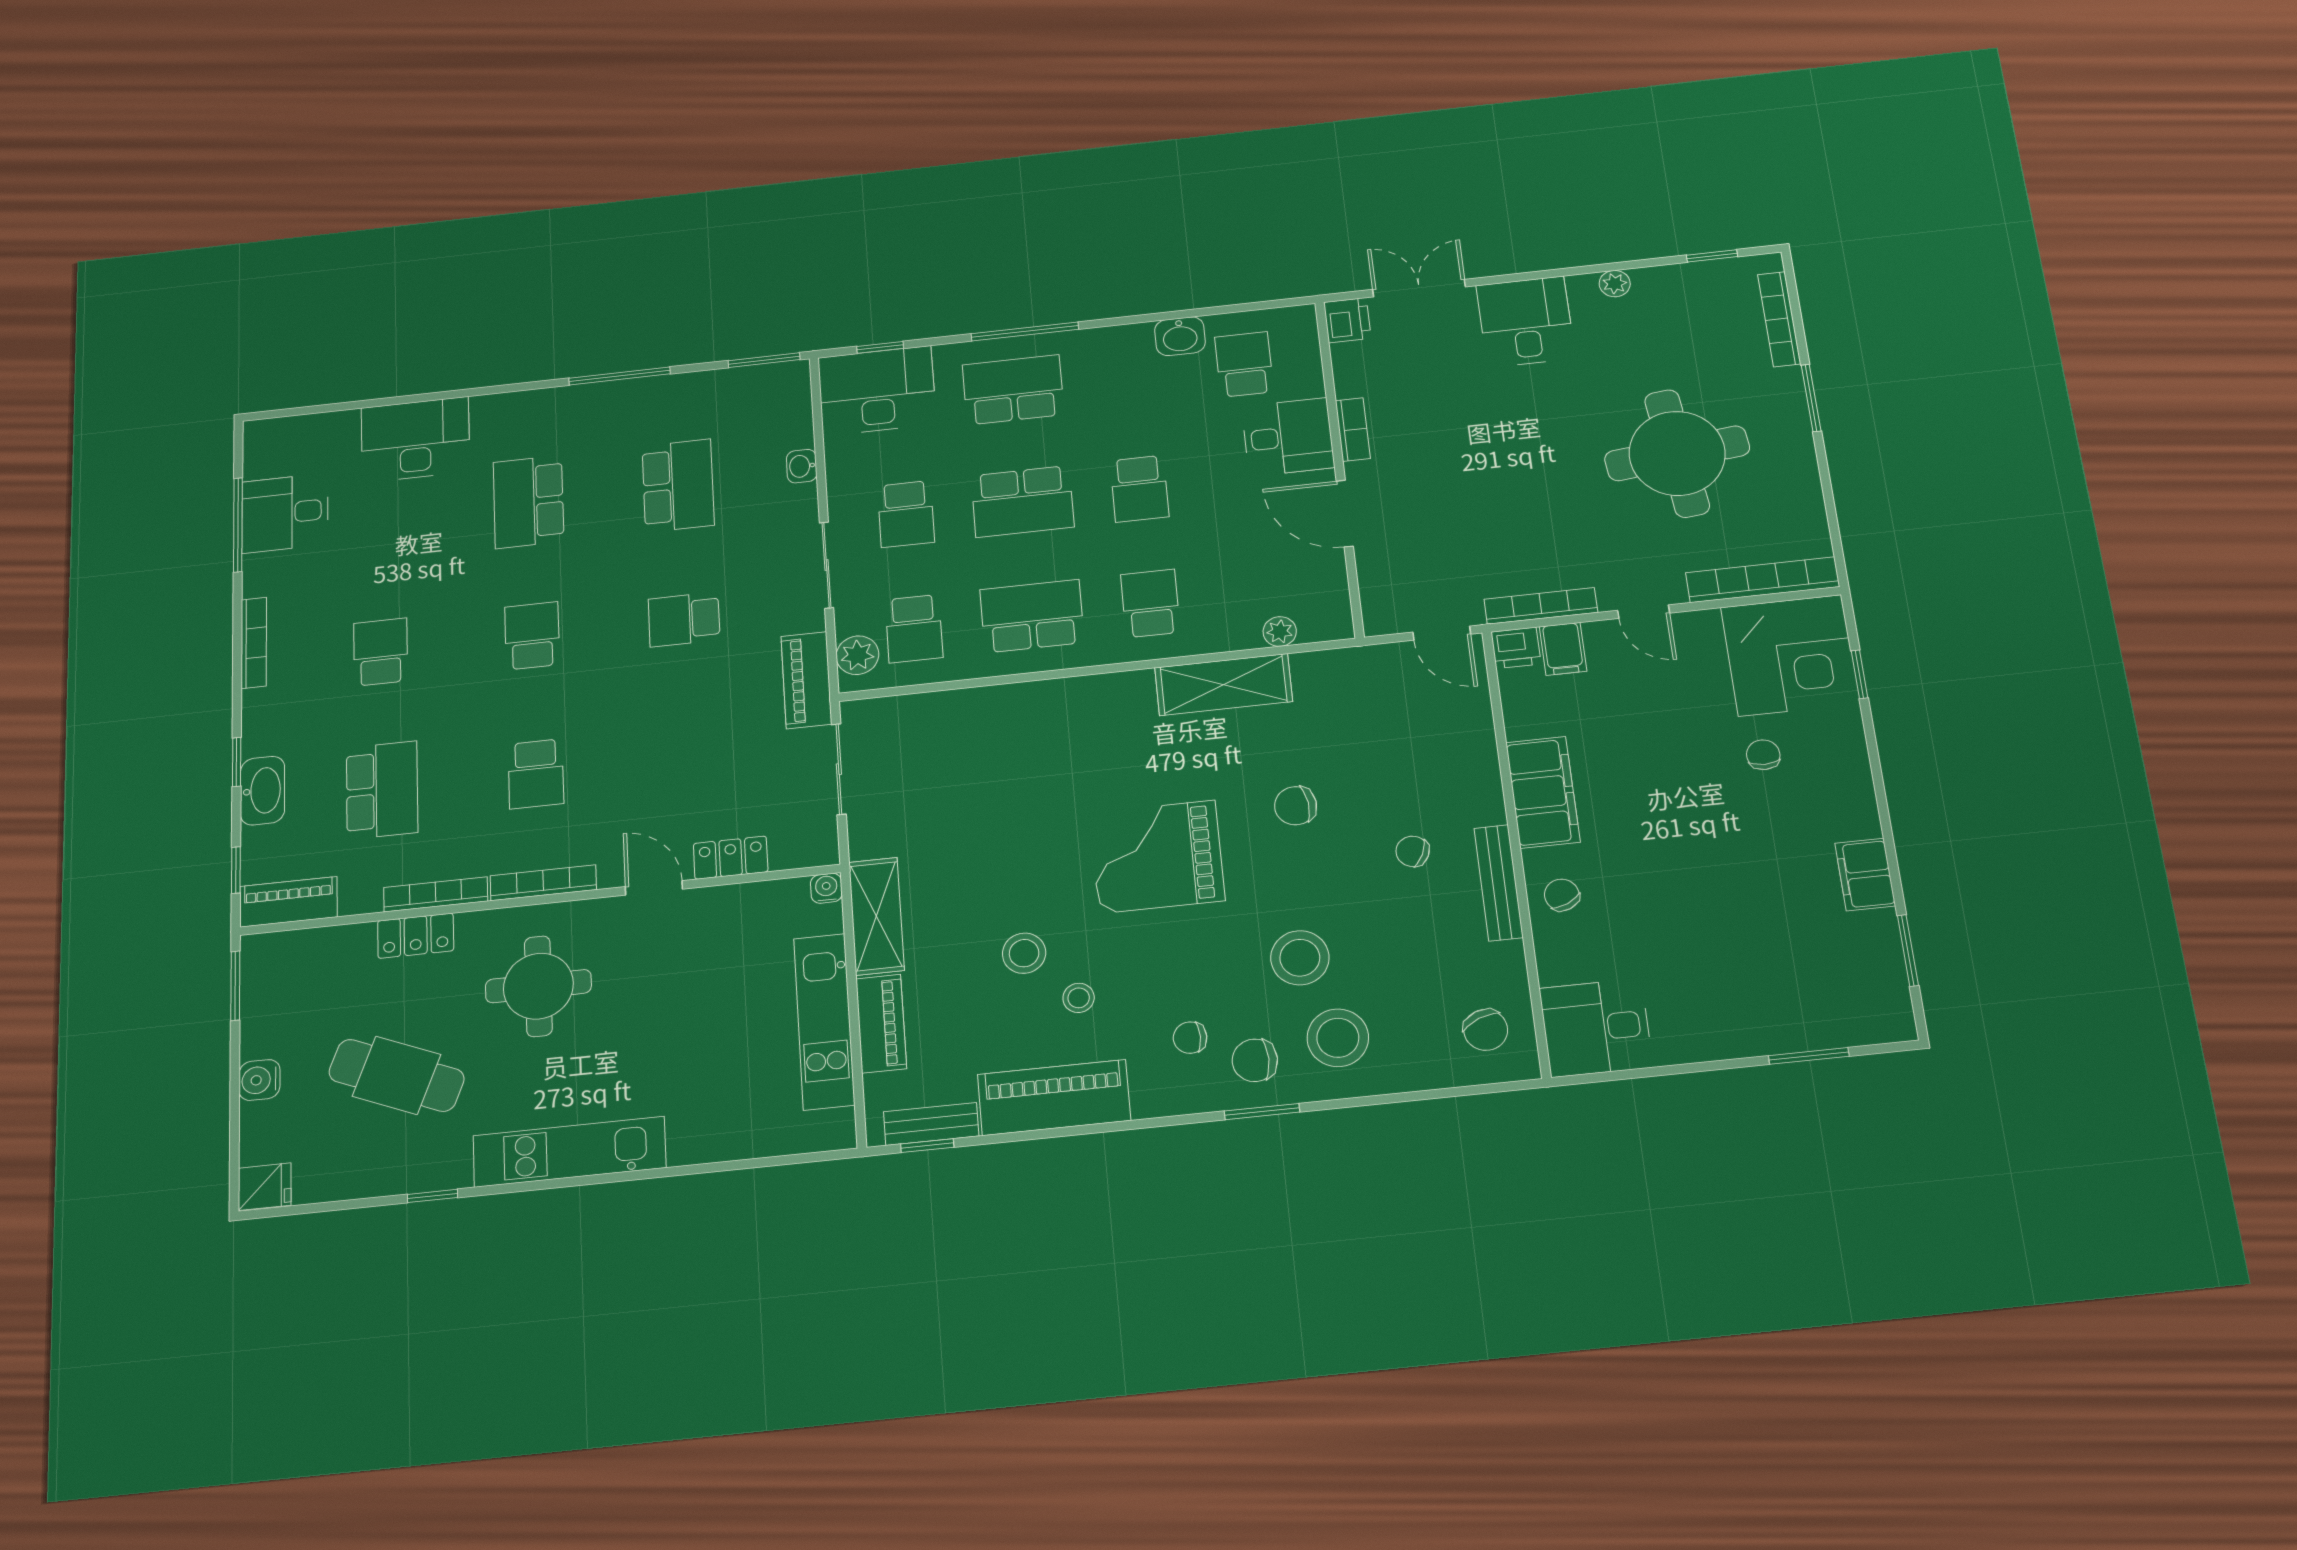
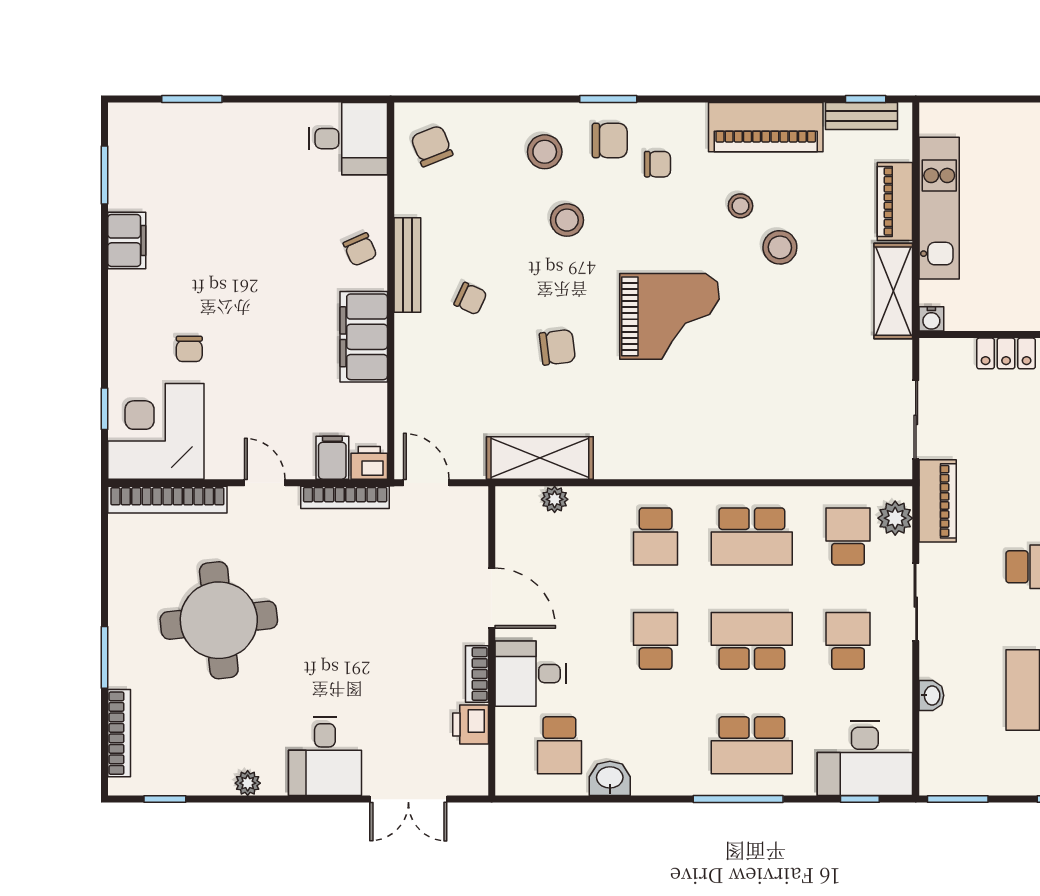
printer: (1347, 320) -> (471, 725), moved
shelving: (1224, 685) -> (540, 458), moved
stool: (1300, 958) -> (567, 220), width x0.73, depth x0.73
stool: (1338, 1038) -> (545, 152), width x0.73, depth x0.73

